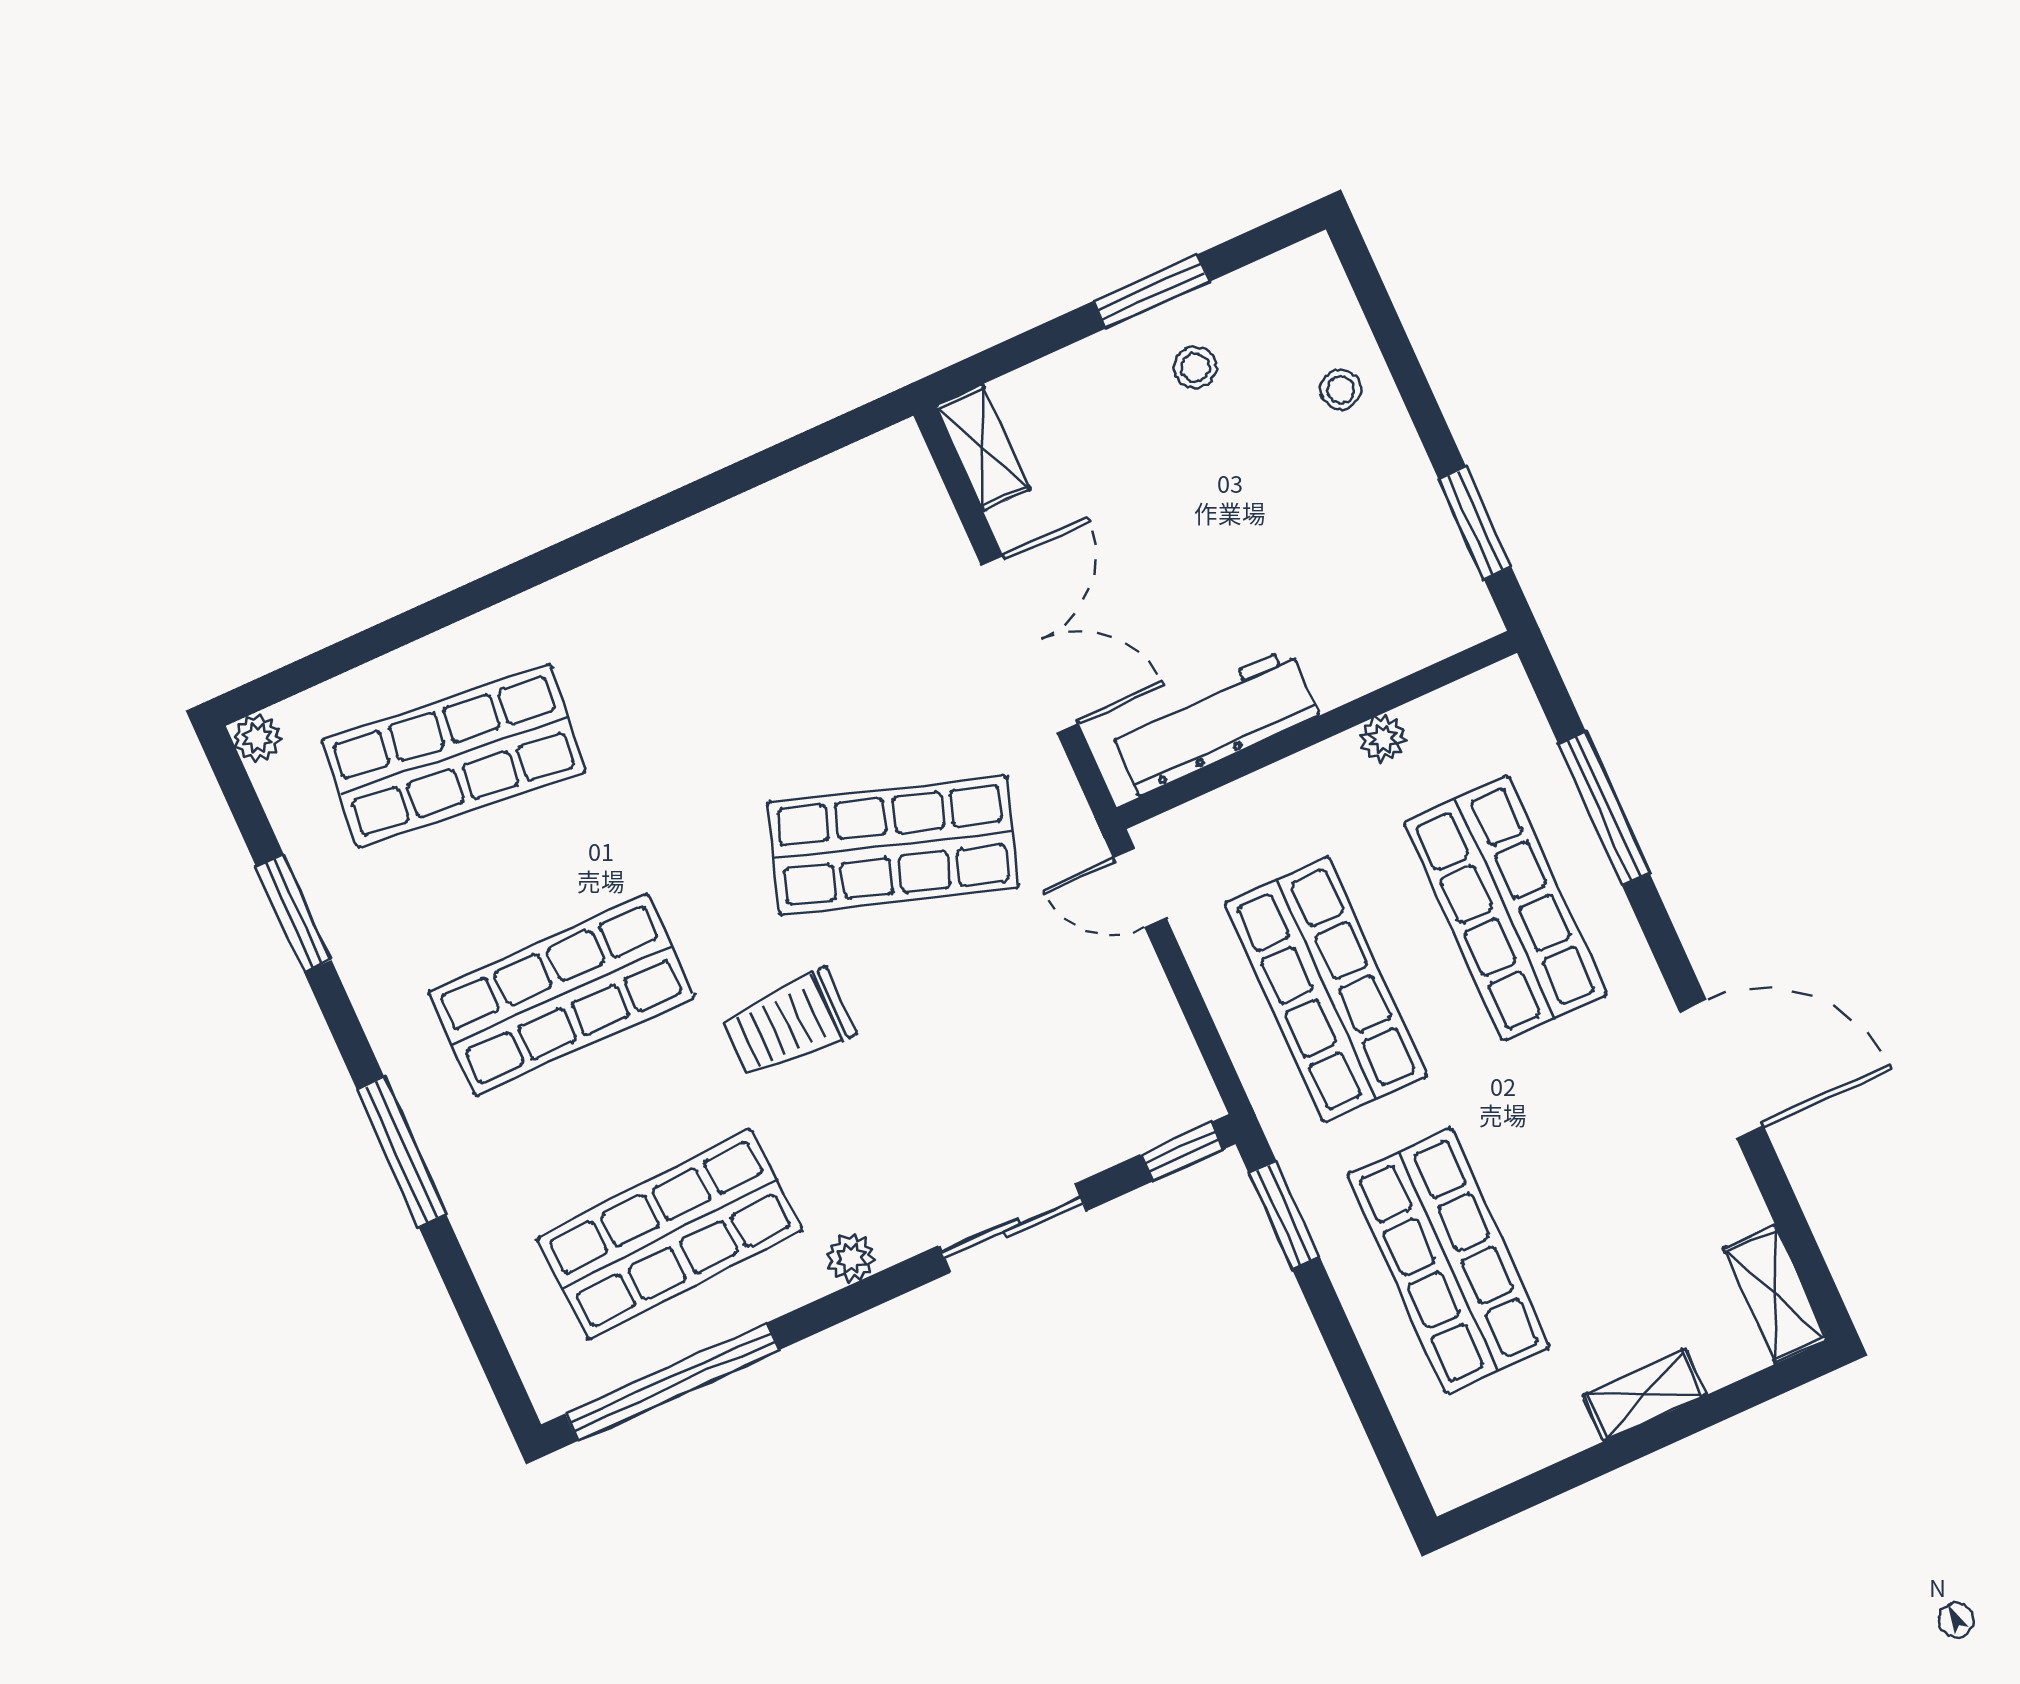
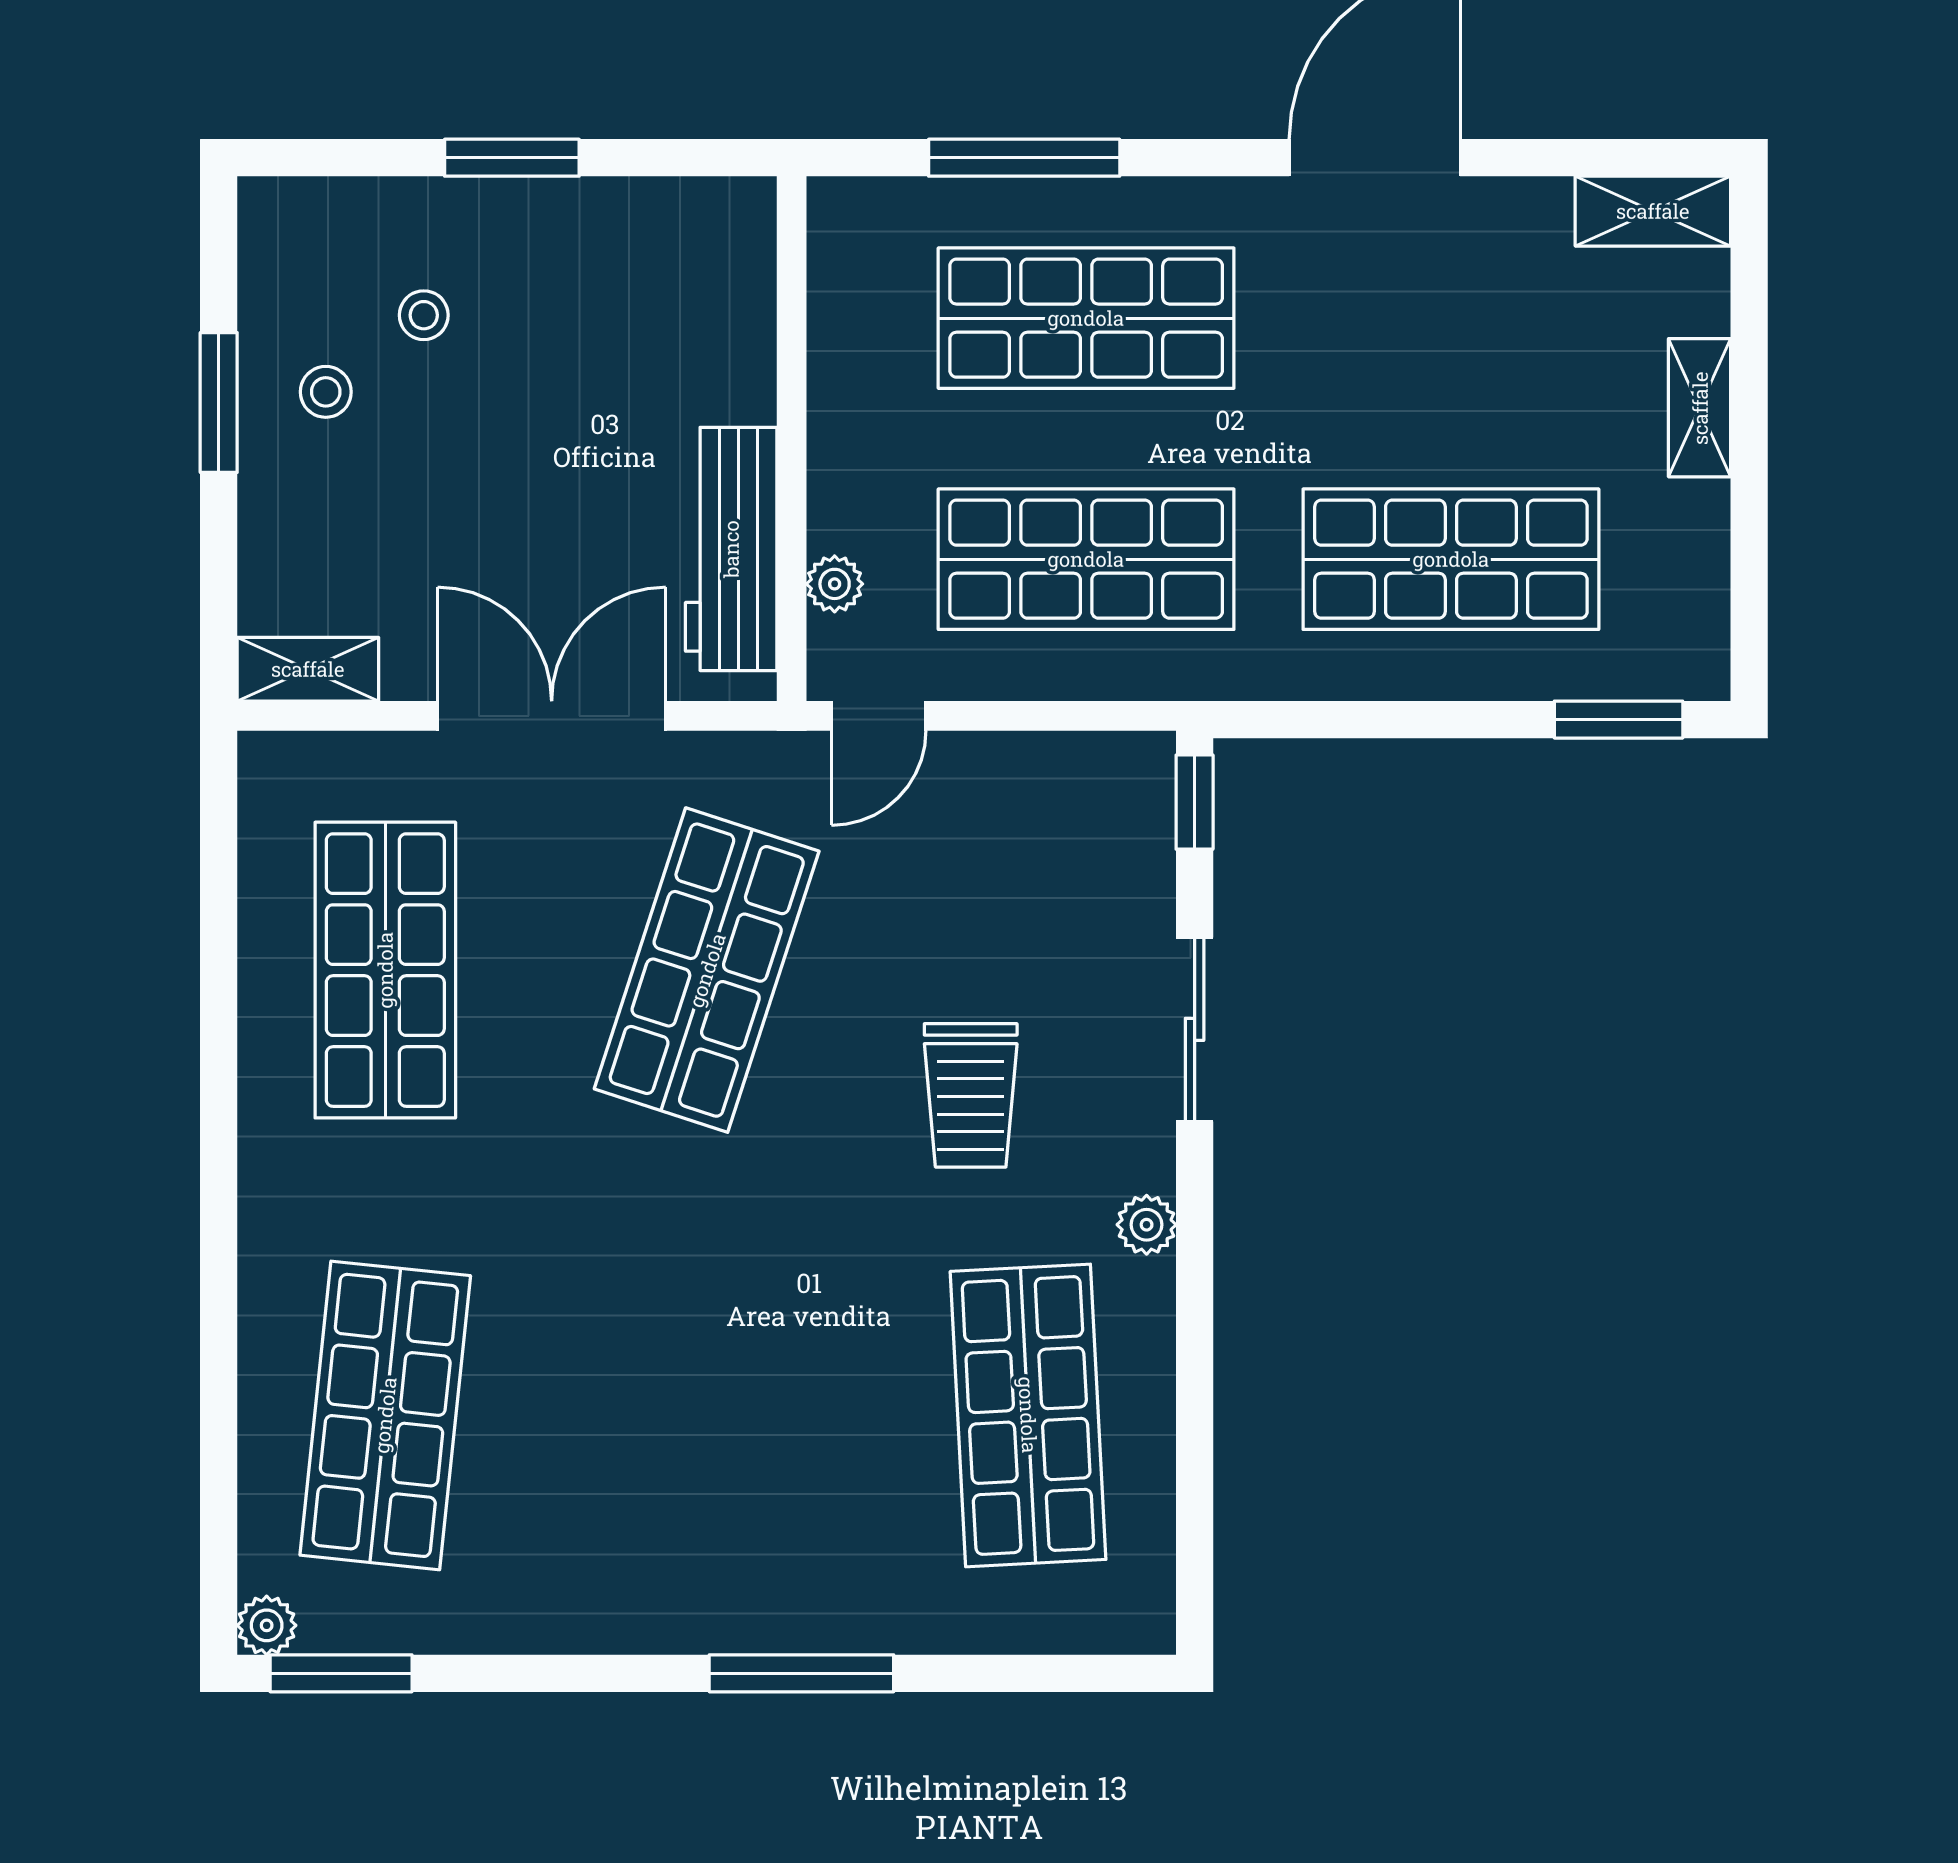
stool: (1341, 390) -> (424, 315), moved
window: (1475, 523) -> (512, 158), moved
plant: (1383, 739) -> (835, 584), moved
window: (294, 913) -> (341, 1673), moved
shop shelf: (562, 995) -> (385, 970), moved
trolley: (788, 1024) -> (971, 1095), moved
window: (1284, 1215) -> (1619, 720), moved
window: (673, 1382) -> (1195, 1487), removed

